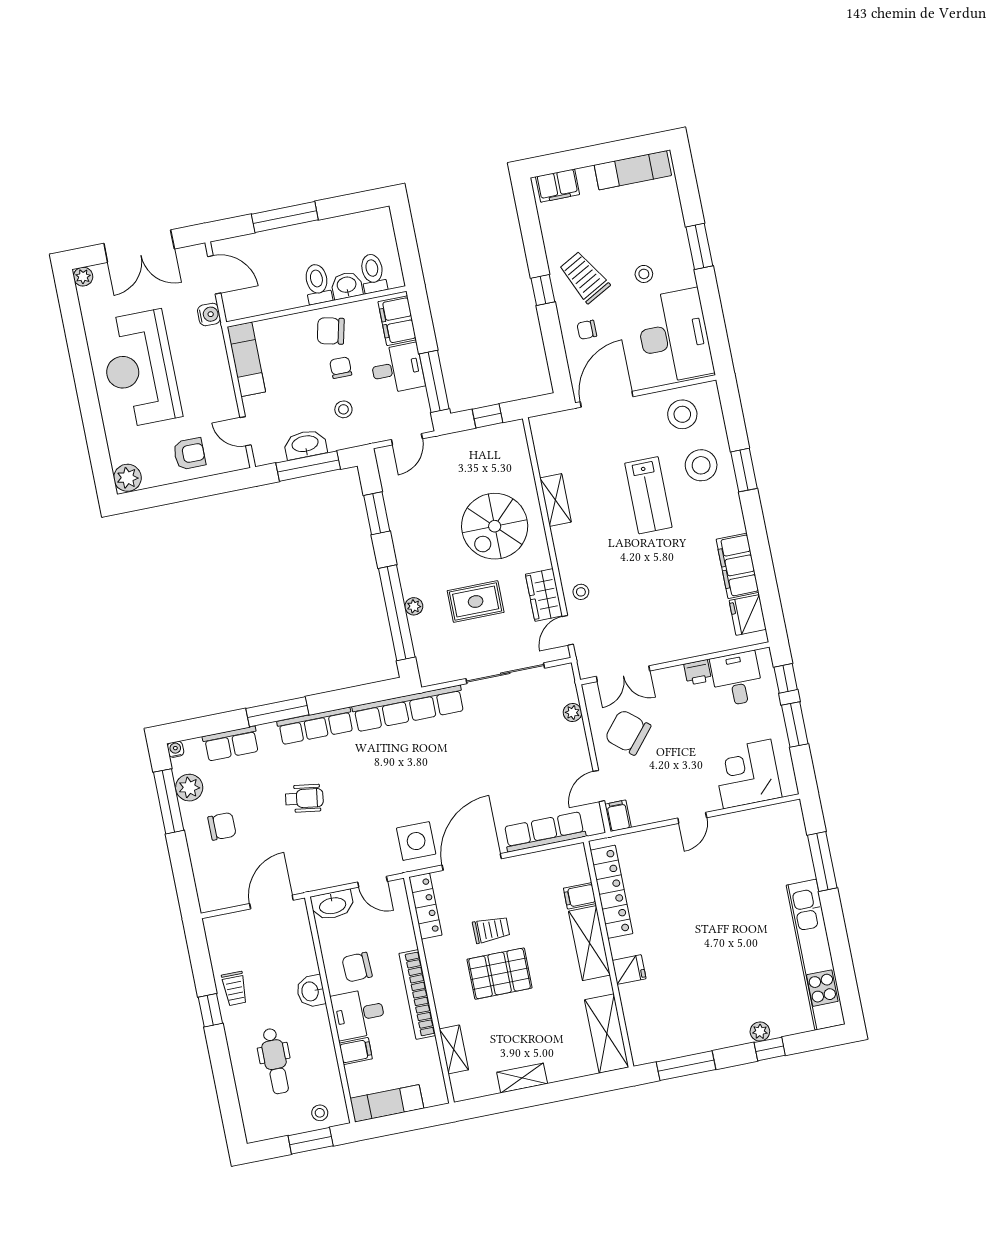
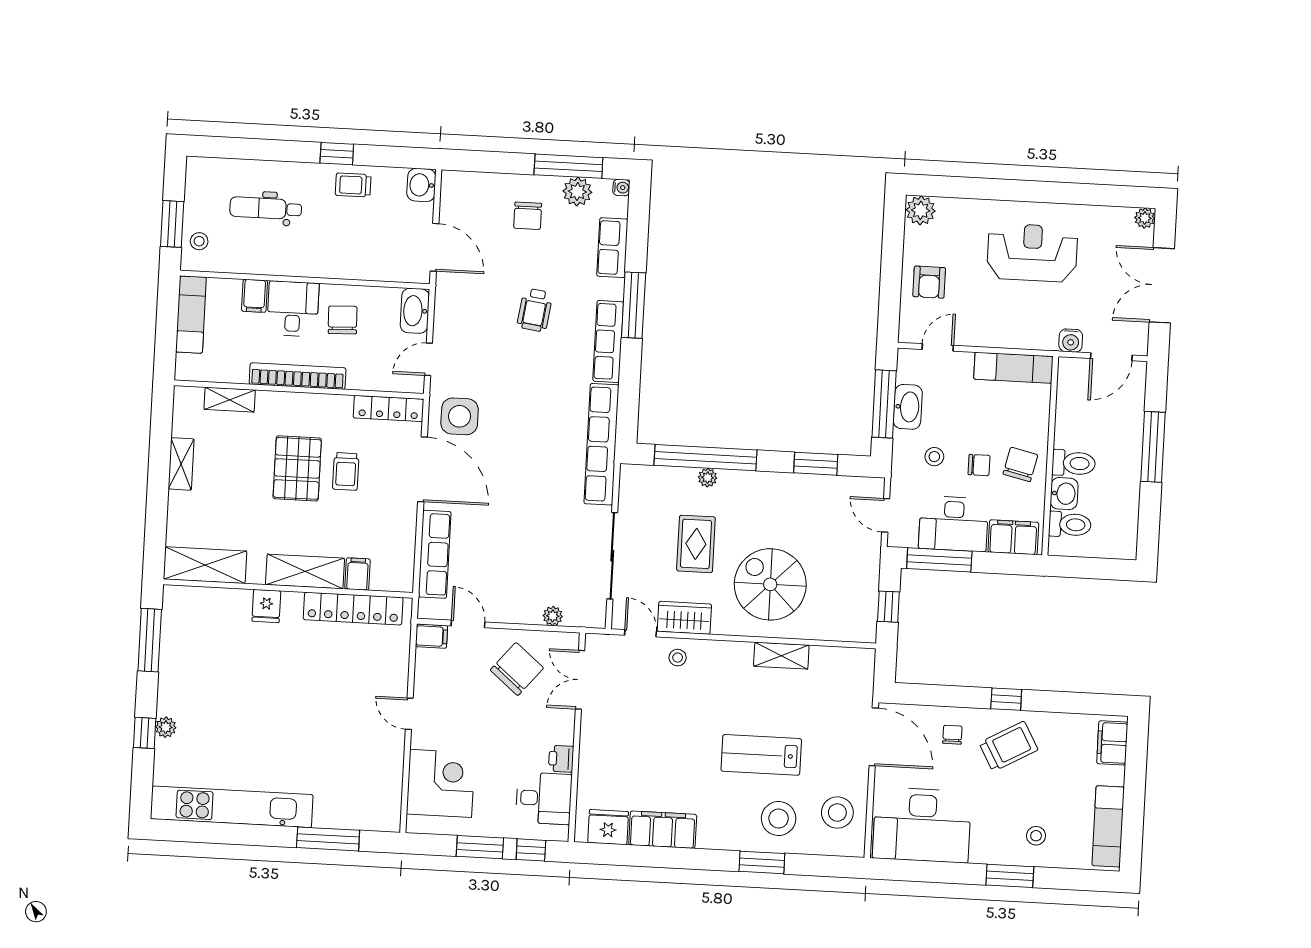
stool: (644, 274) -> (1036, 836), moved
reception desk: (140, 369) -> (1032, 253), width x0.74, depth x0.77
desk: (397, 369) -> (954, 524), width x1.37
washbasin: (311, 991) -> (421, 185), moved, turned -90

